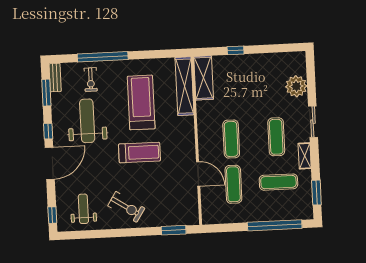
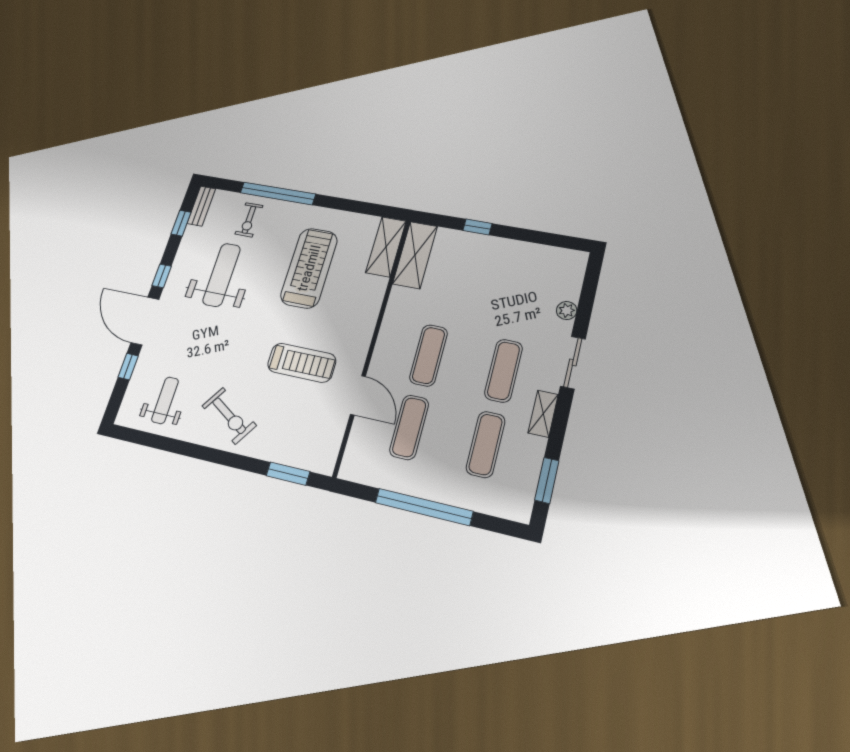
shelving: (184, 86) -> (386, 247), width x0.68
plant: (296, 86) -> (567, 310), width x0.53, depth x0.53
window: (46, 93) -> (181, 223), width x0.67
treadmill: (139, 153) -> (302, 363), moved
door: (50, 163) -> (145, 321), swing flipped
exercise mat: (278, 182) -> (486, 444), turned 90
window: (52, 215) -> (128, 367), moved
window: (275, 225) -> (424, 507), moved

